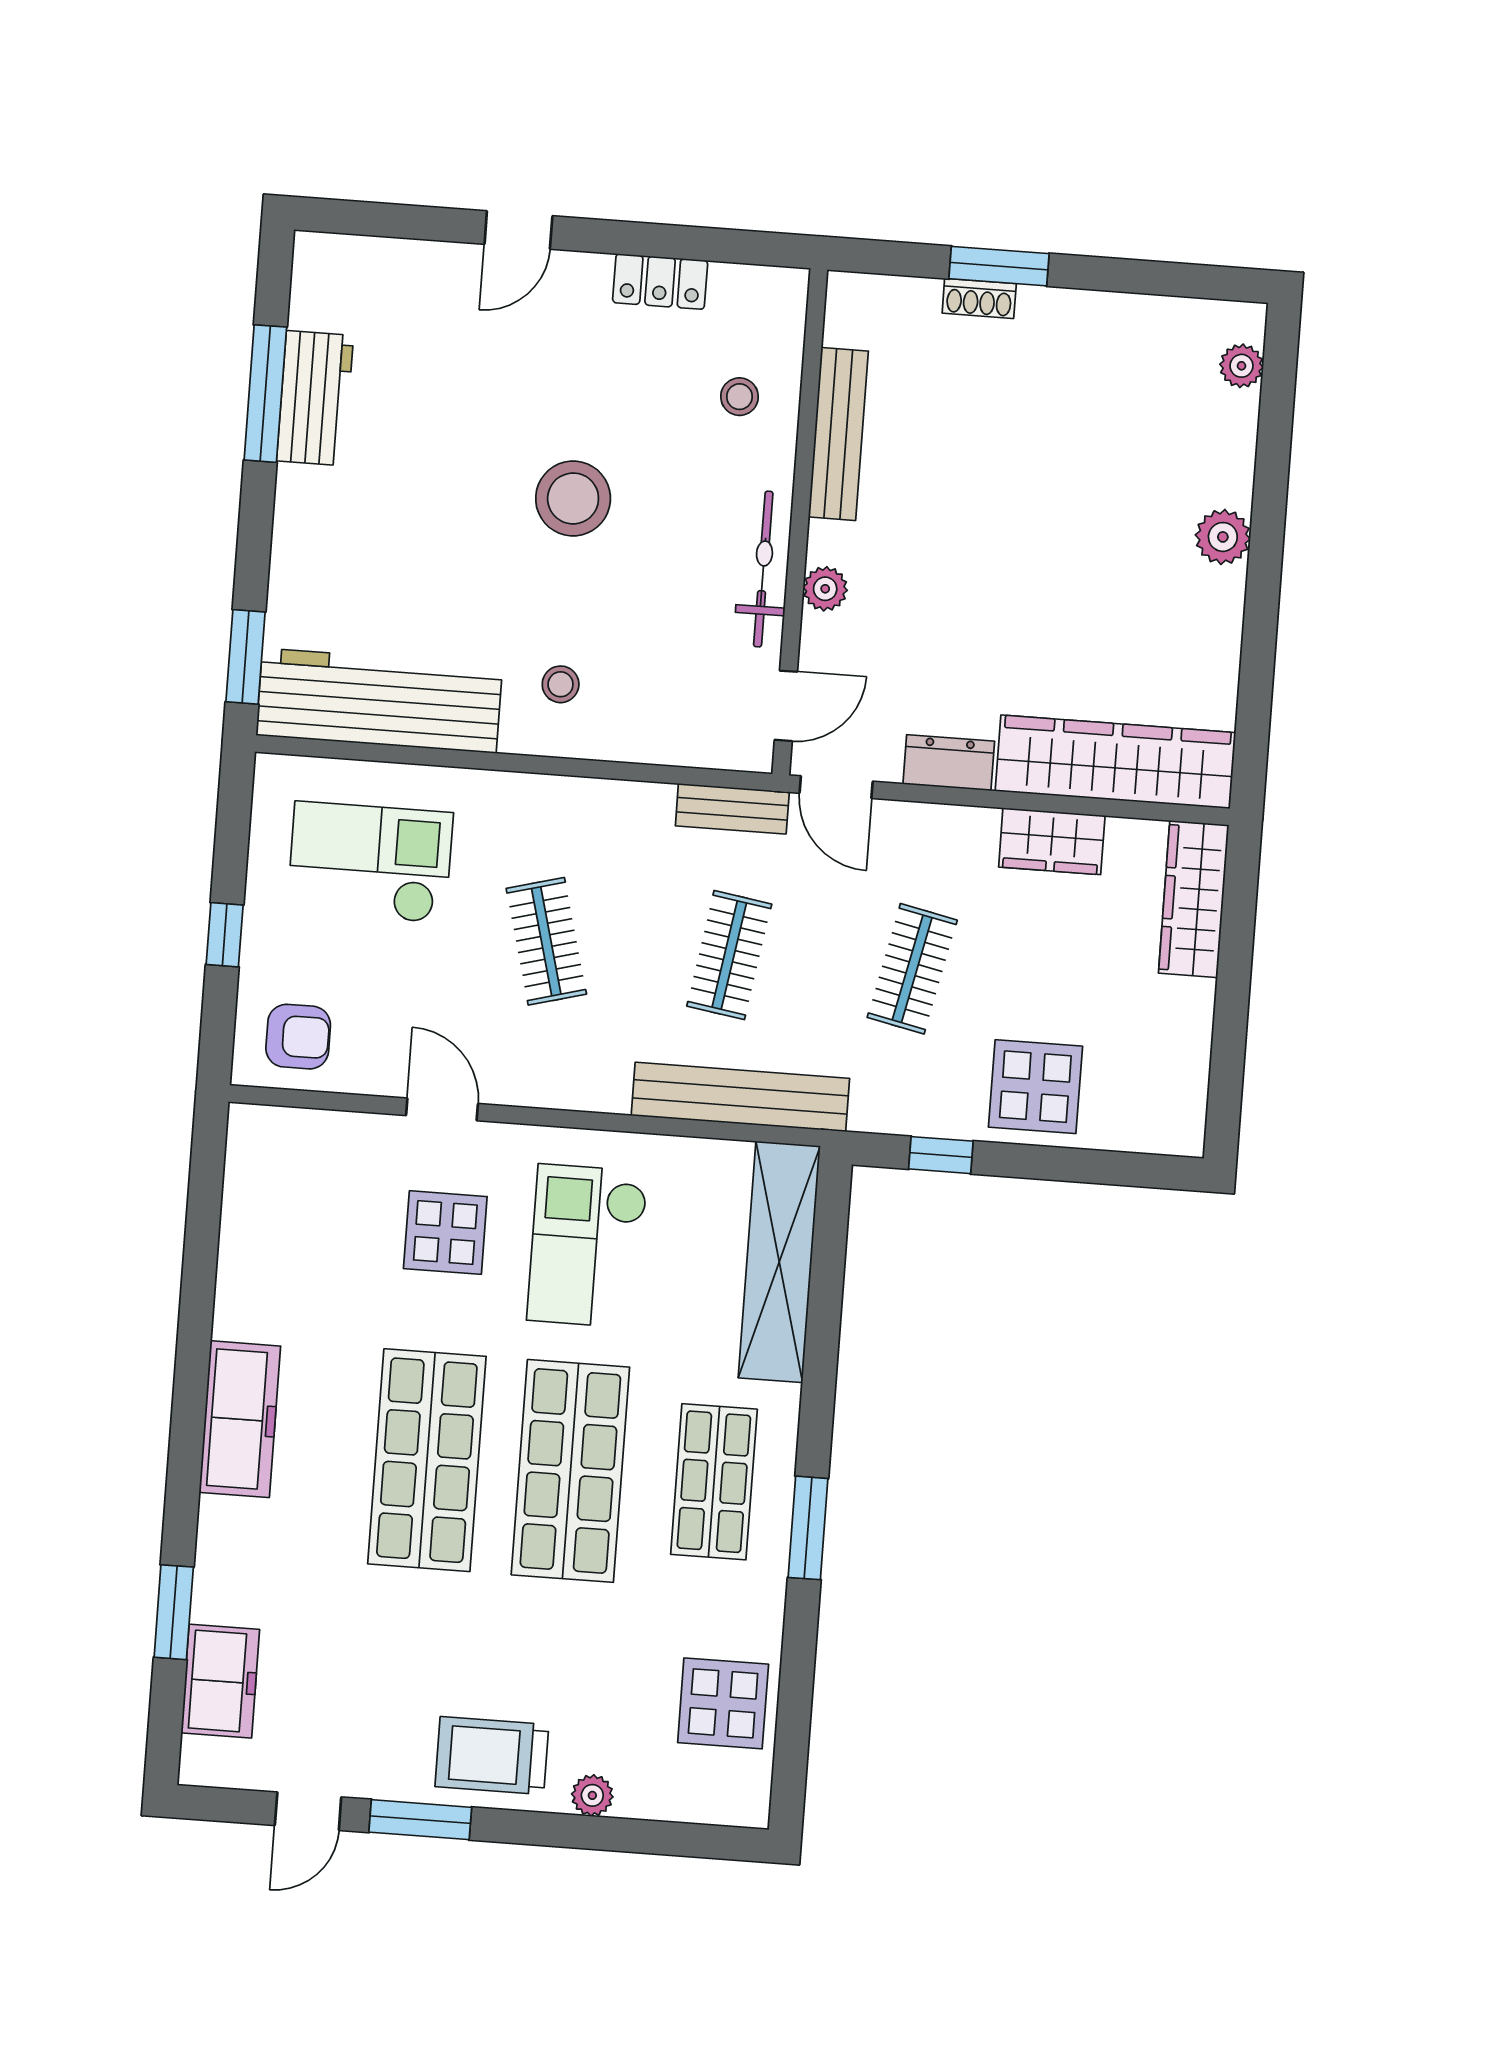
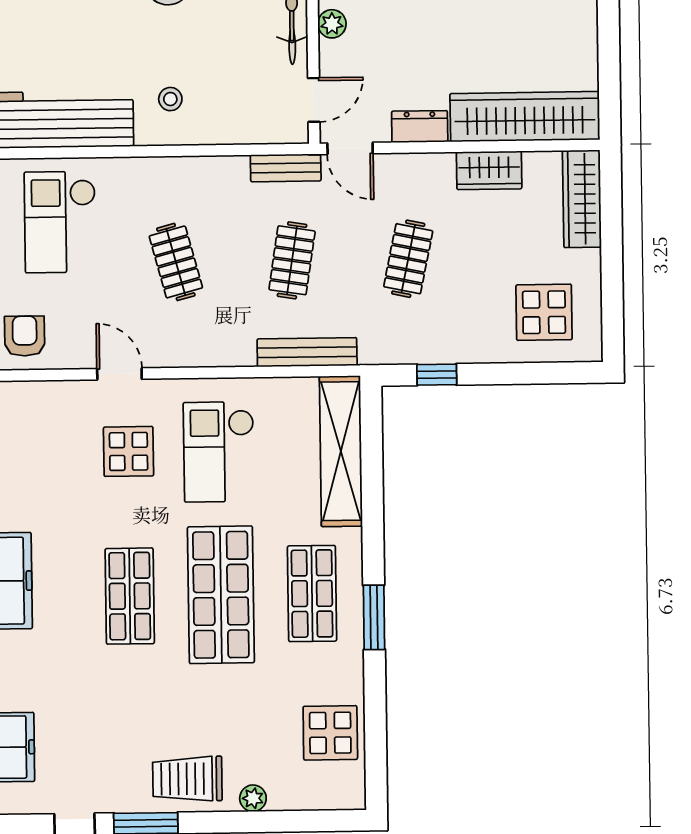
checkout: (370, 862) -> (60, 222), turned -90
armchair: (298, 1037) -> (25, 336), turned -90
display table: (1035, 1087) -> (544, 312), moved
bench: (740, 1097) -> (307, 352), width x0.73, depth x0.82
shop shelf: (427, 1460) -> (130, 596), width x0.70, depth x0.74

